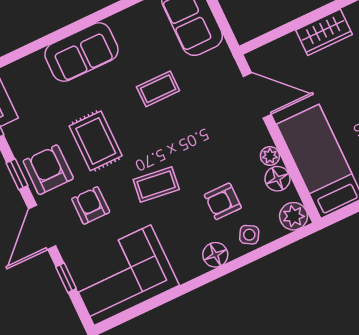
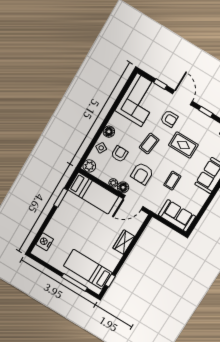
armchair: (48, 170) -> (142, 174), moved, turned 90
floor lamp: (277, 179) -> (123, 187), moved

